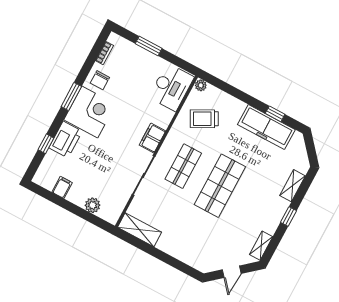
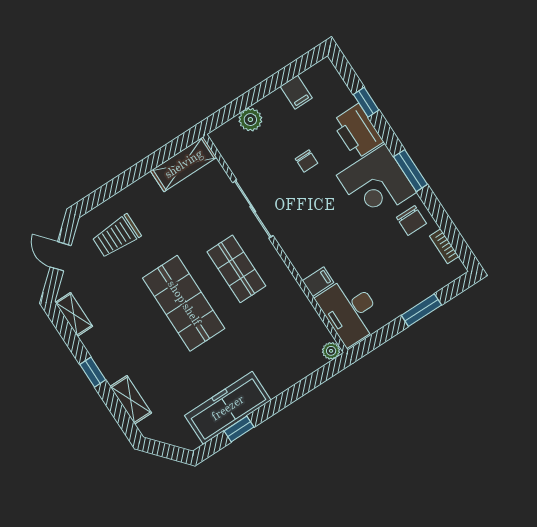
chair: (100, 80) -> (411, 220), turned 180
trolley: (204, 119) -> (117, 236), moved, turned -152
filing cabinet: (152, 138) -> (318, 282), moved, width x0.50
chair: (99, 160) -> (307, 161), added

